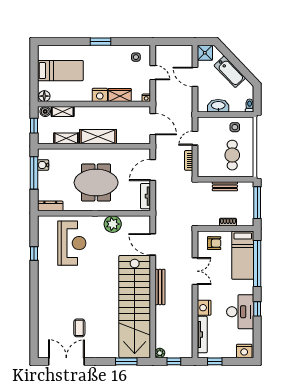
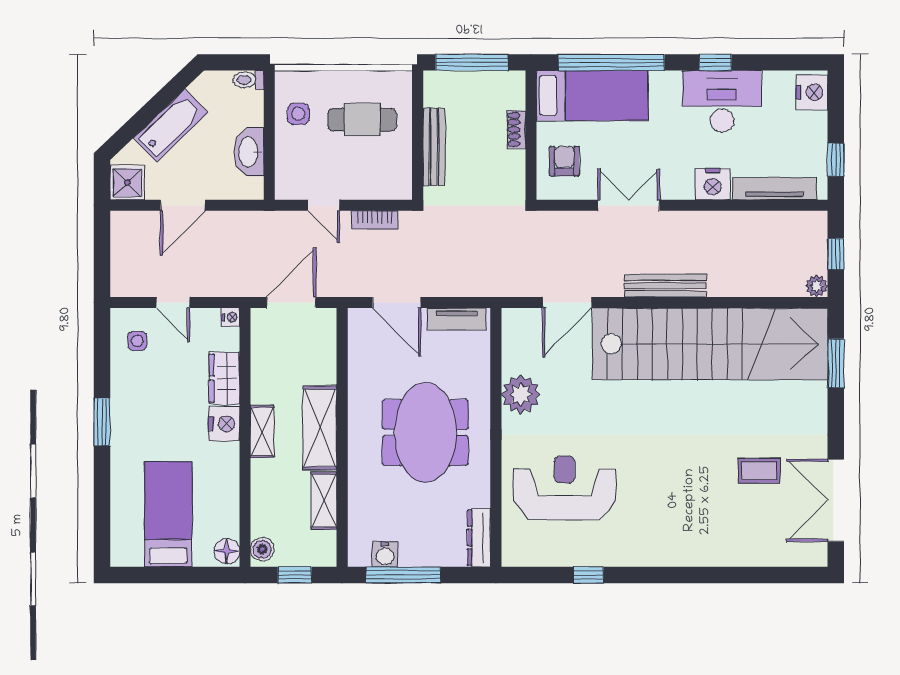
door: (153, 73) -> (173, 302), swing flipped
shelving: (63, 111) -> (262, 431), moved
bench: (225, 186) -> (434, 147), width x1.36

